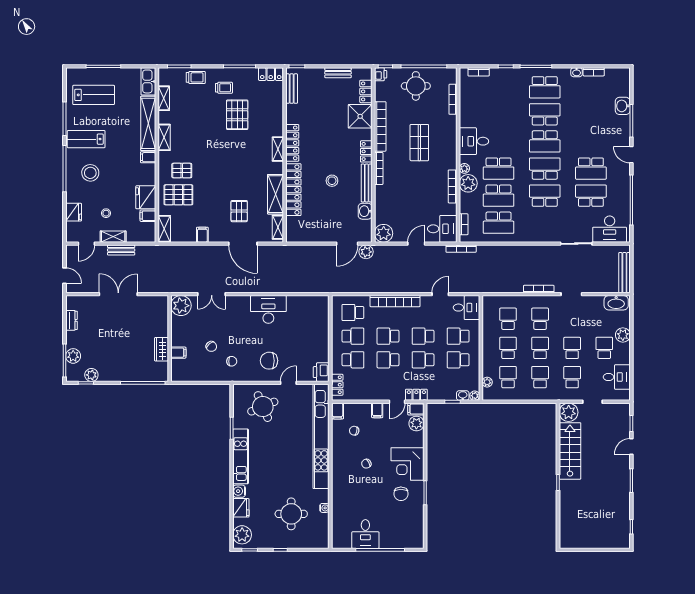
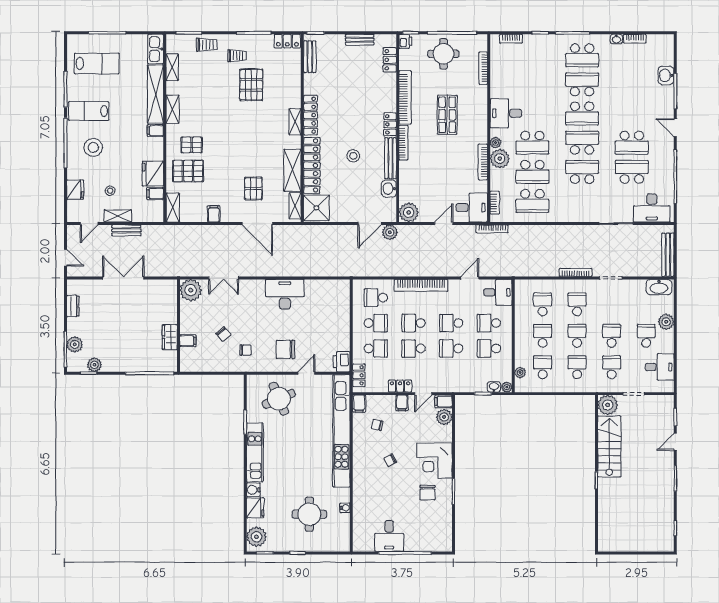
shower: (360, 116) -> (316, 208), moved
locker: (416, 395) -> (400, 386), moved

